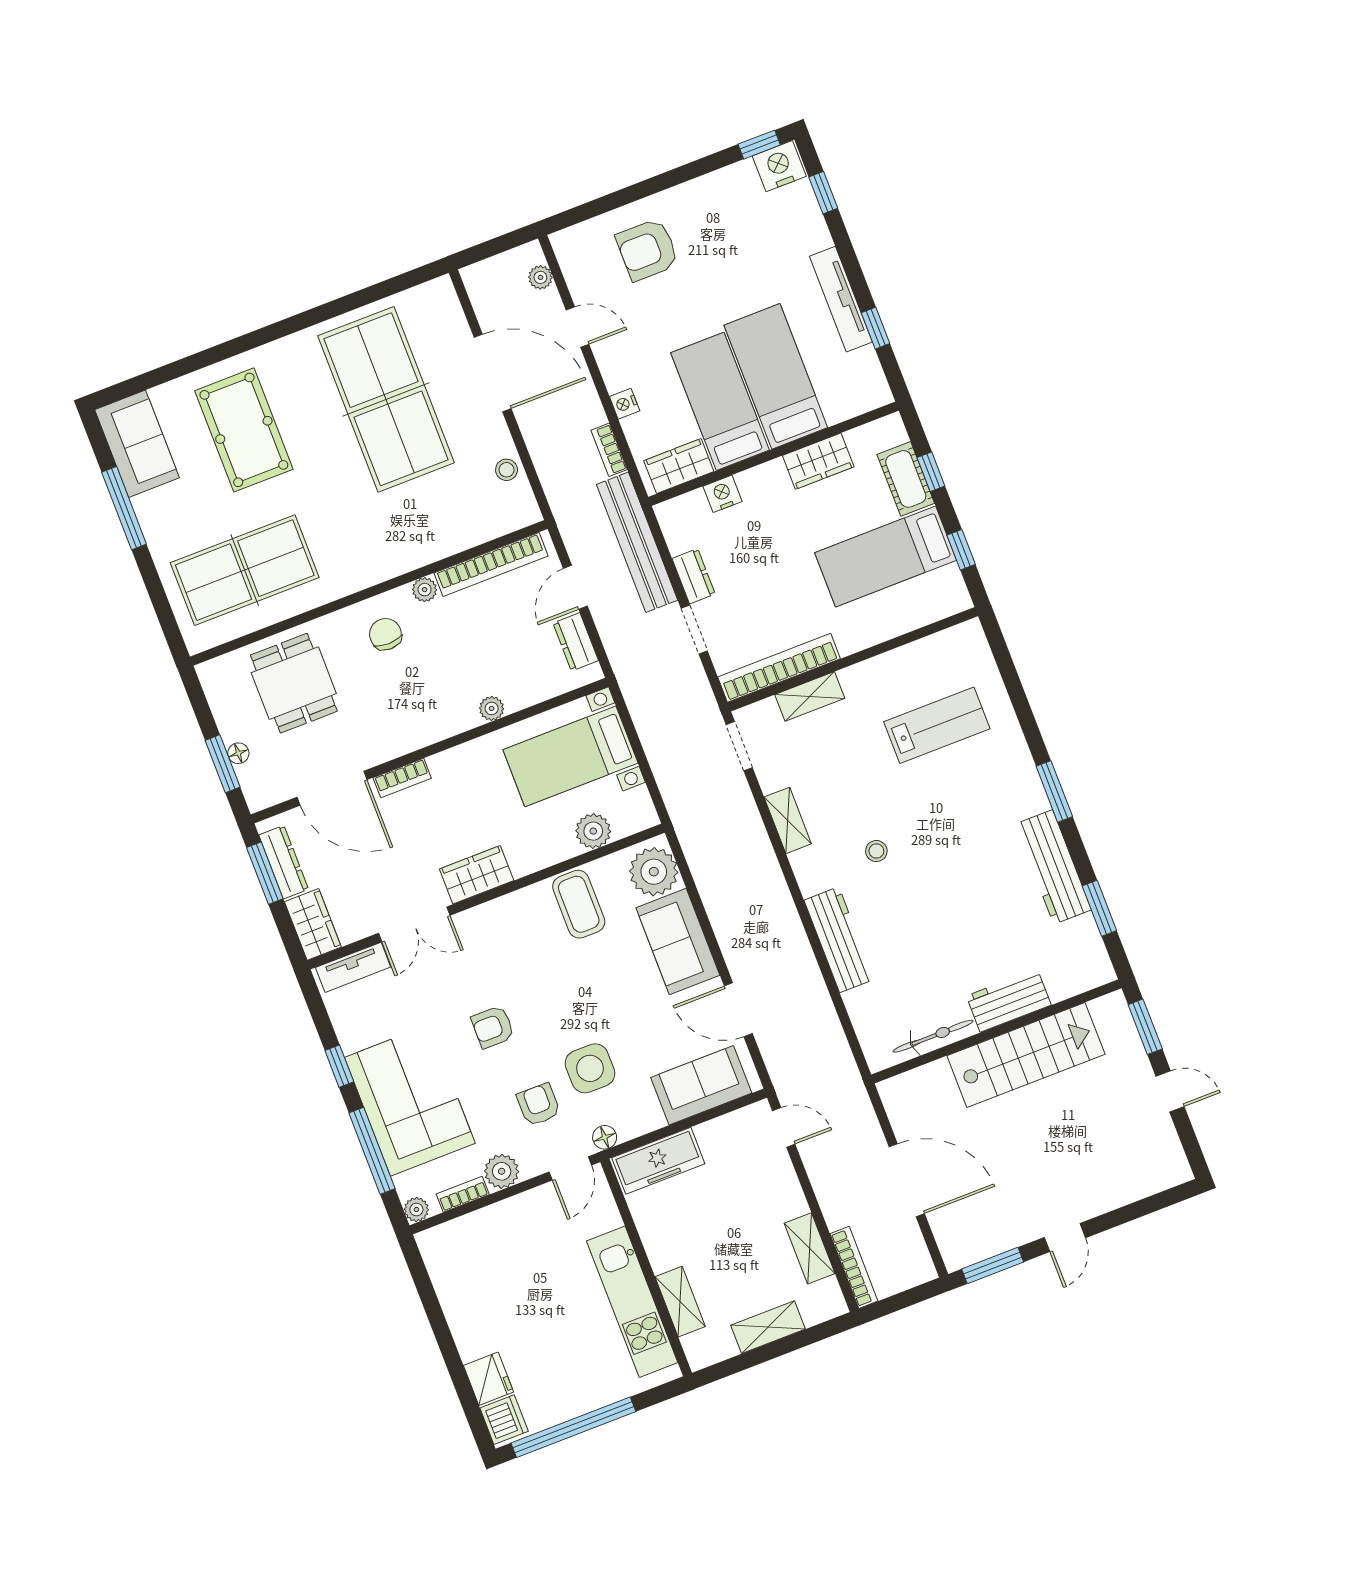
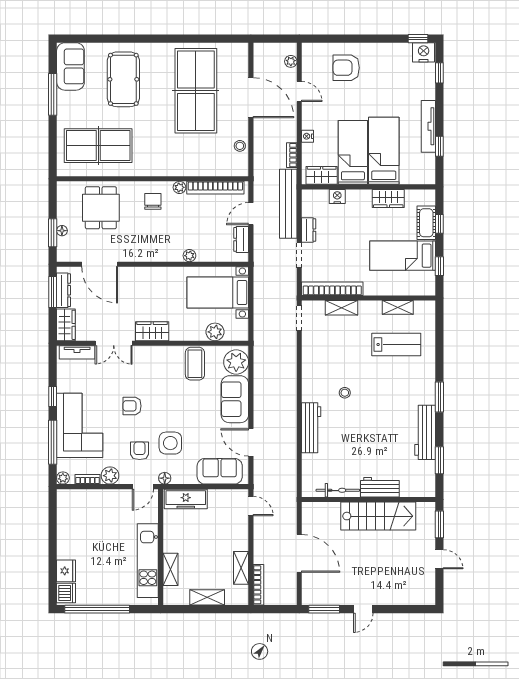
bookcase: (402, 778) -> (135, 272), removed
shelving: (788, 820) -> (398, 307), moved, turned 90

